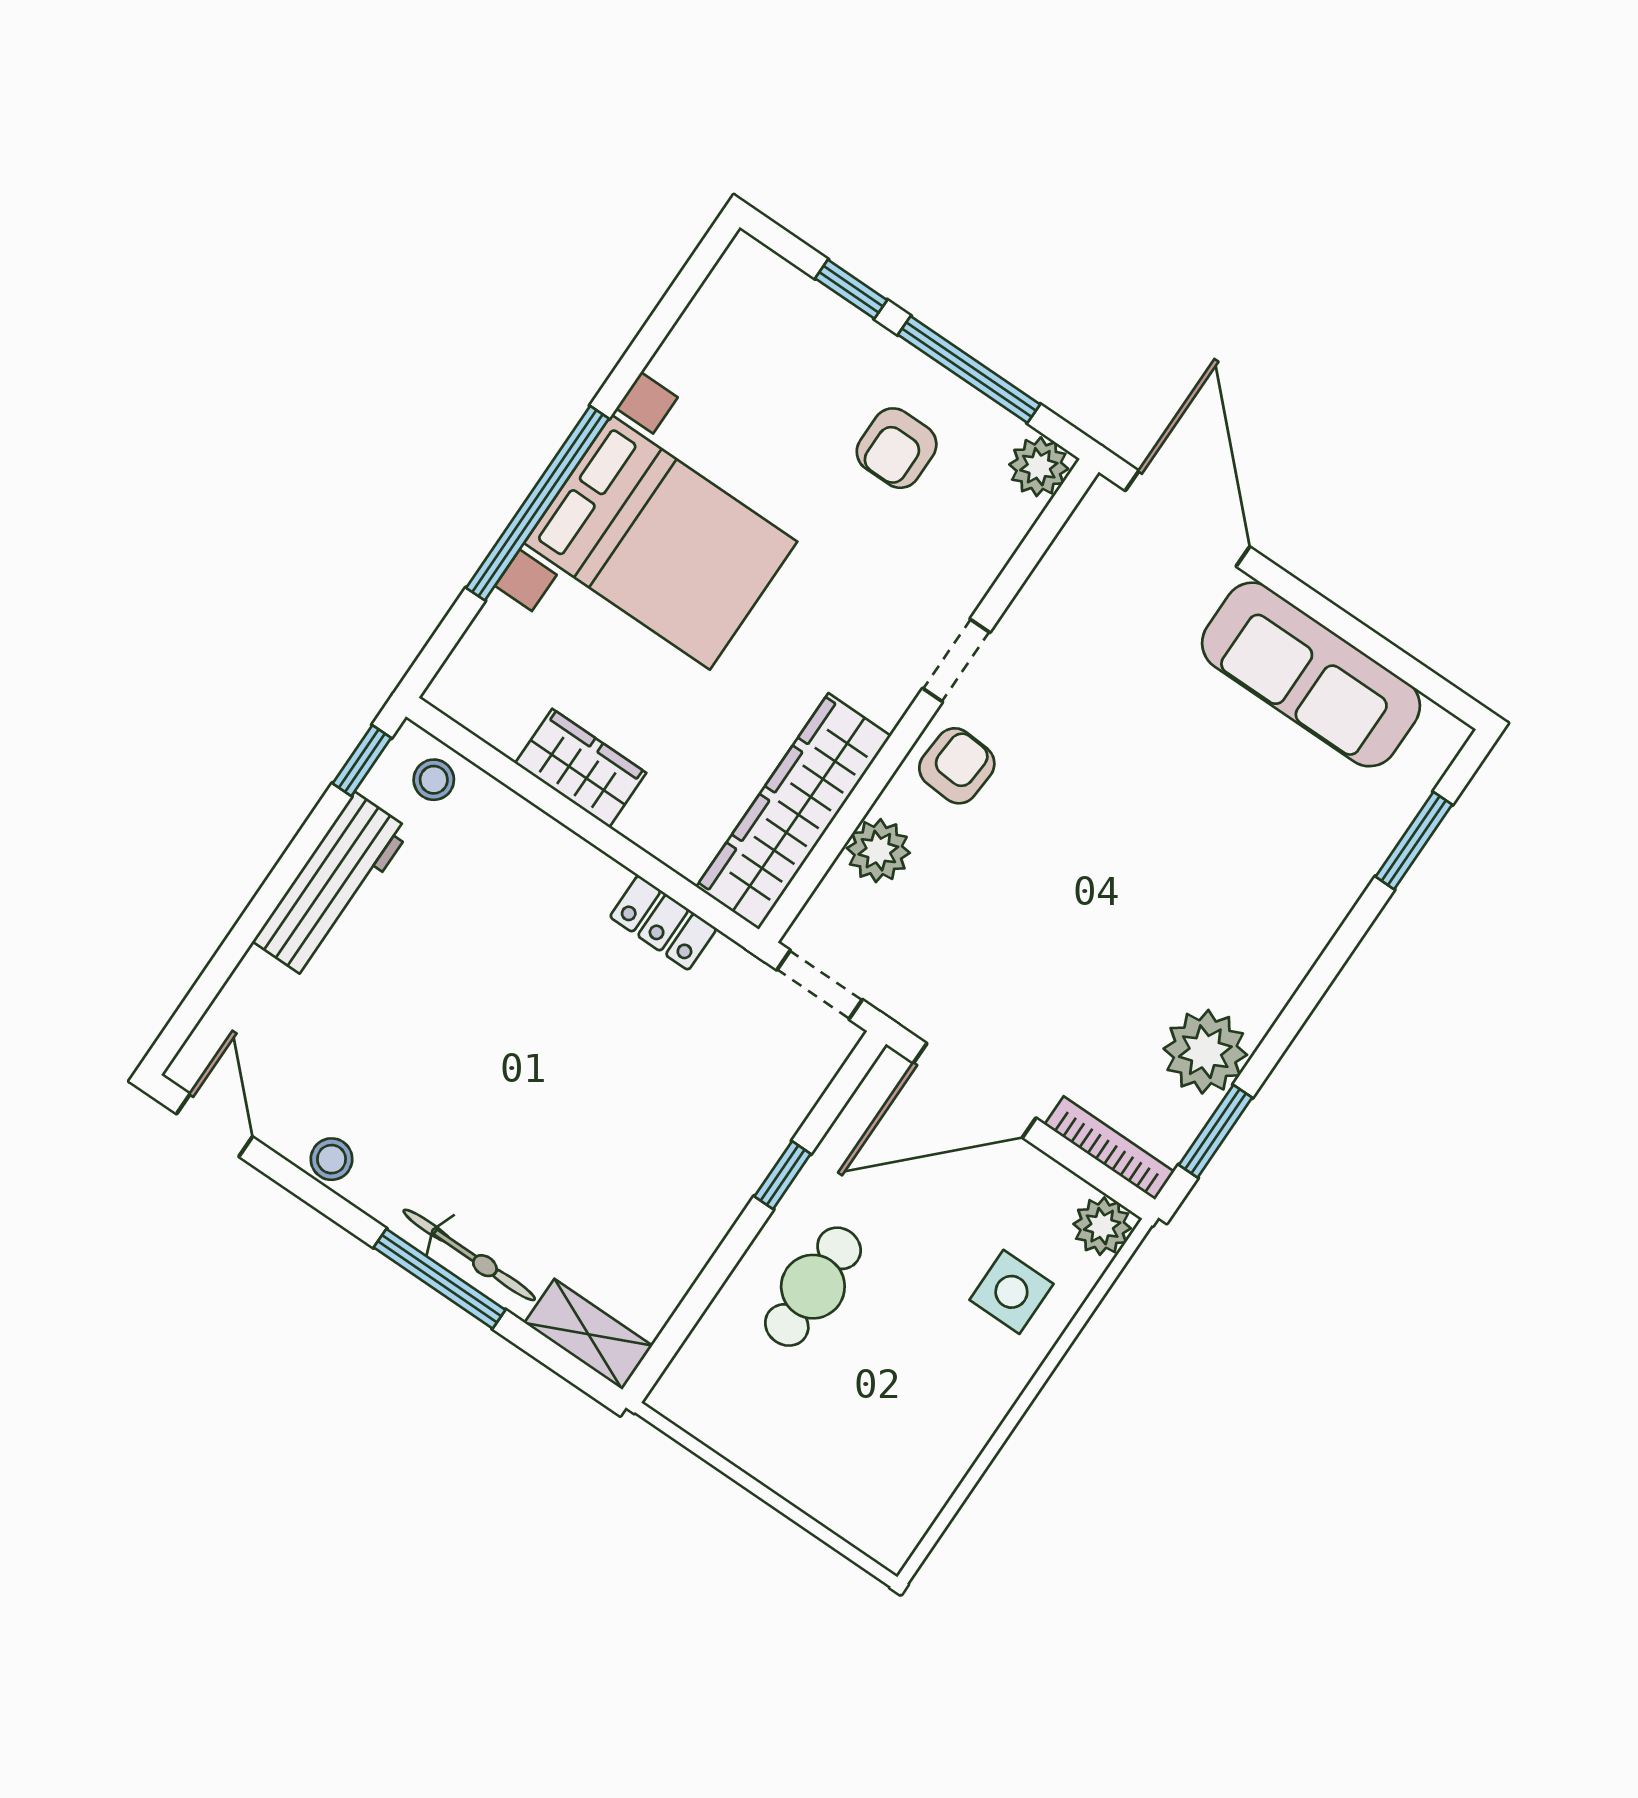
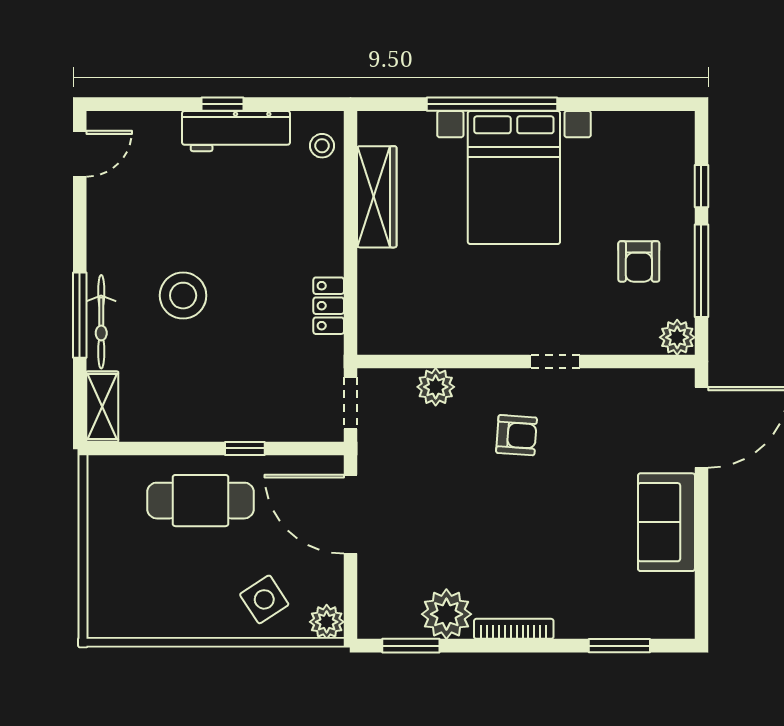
armchair: (897, 448) -> (639, 261), turned -90
sofa: (1311, 674) -> (666, 522), width x0.73
window: (362, 761) -> (222, 104), moved
armchair: (957, 766) -> (516, 435), moved
wardrobe: (581, 768) -> (377, 197), width x1.50
wardrobe: (794, 811) -> (427, 332), removed
bookcase: (1109, 1148) -> (514, 629), moved, turned -90
stool: (331, 1159) -> (183, 296), moved, width x1.89, depth x1.89
cafe table: (813, 1287) -> (201, 501), width x1.37, depth x1.35
side table: (1011, 1292) -> (264, 599), turned -33

